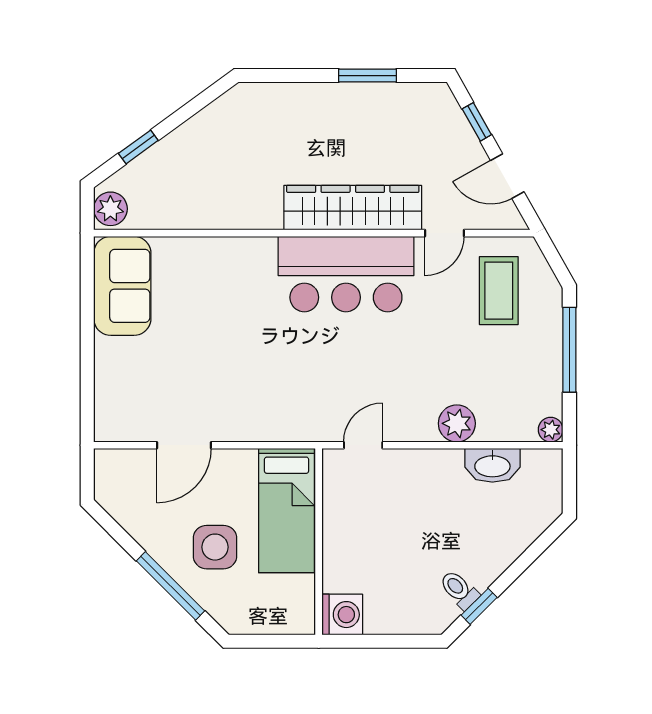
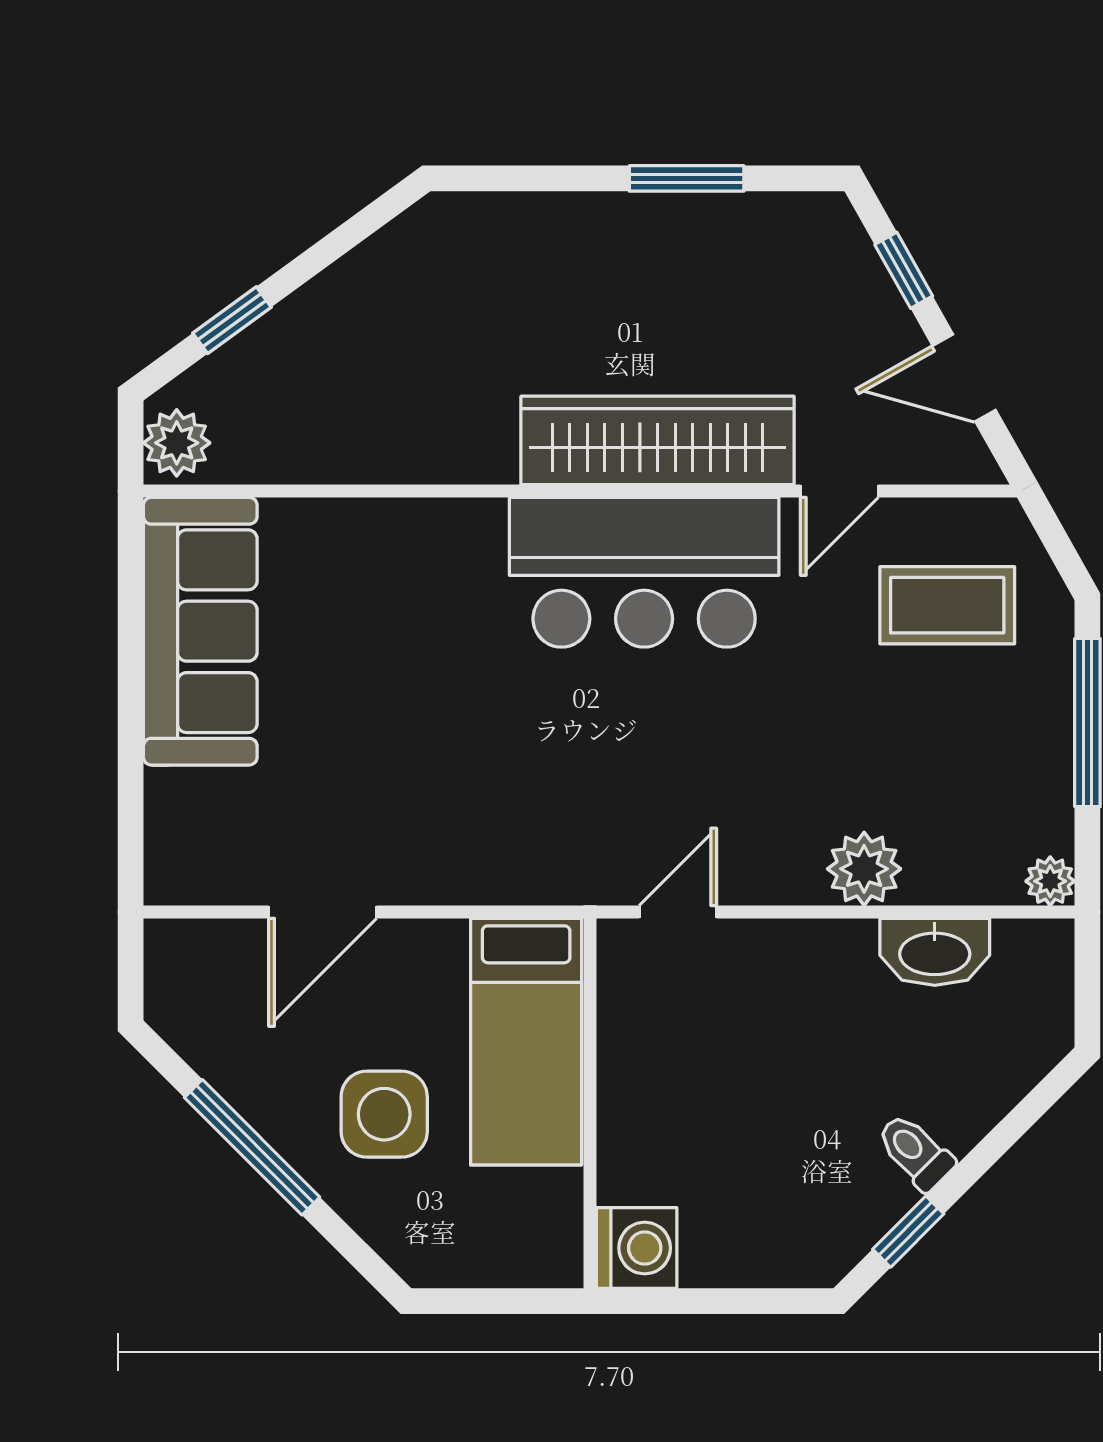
sofa: (122, 286) -> (200, 631), width x1.36
coffee table: (499, 291) -> (947, 605), turned 90
window: (171, 586) -> (252, 1147), moved
toilet: (459, 590) -> (915, 1152), moved

